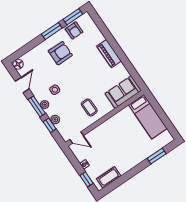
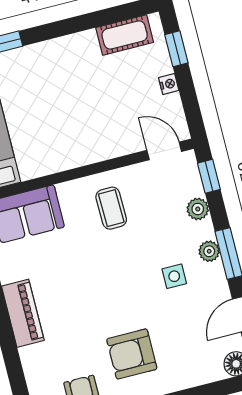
window: (50, 125) -> (209, 176), moved

